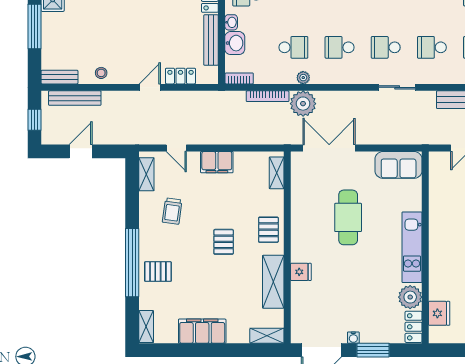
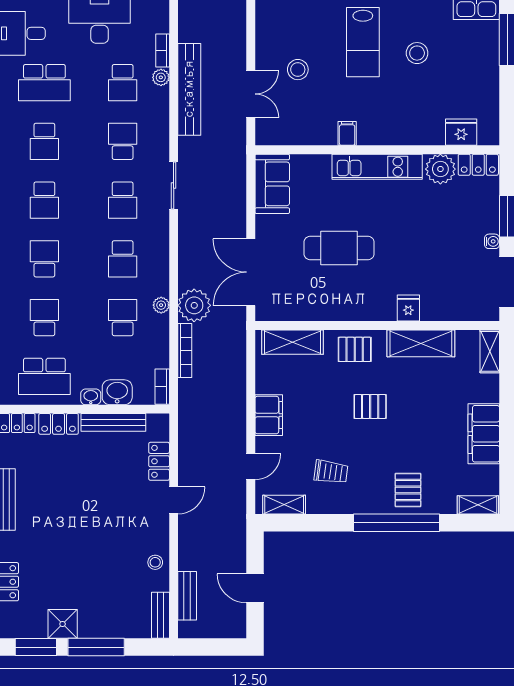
school desk: (432, 47) -> (123, 141), turned 180
door: (150, 87) -> (174, 500), swing flipped
bench: (75, 98) -> (187, 596), width x0.73
window: (35, 120) -> (215, 647), removed
shelving: (277, 173) -> (293, 342), width x1.50, depth x1.33
filing cabinet: (438, 224) -> (347, 133), added

